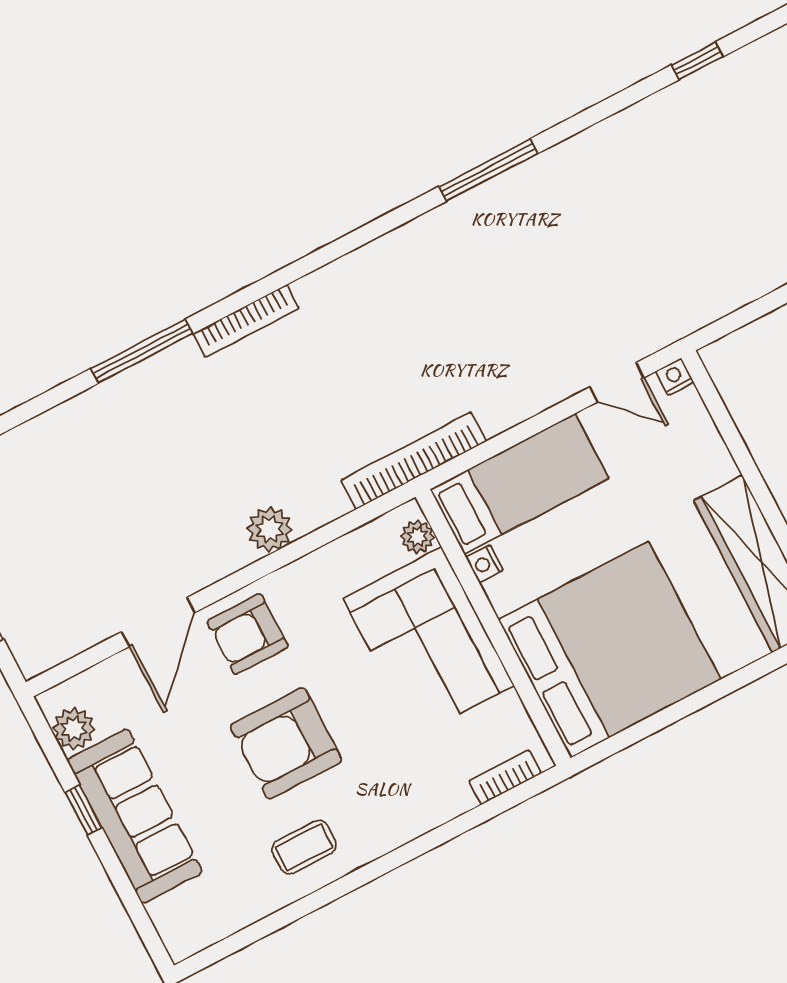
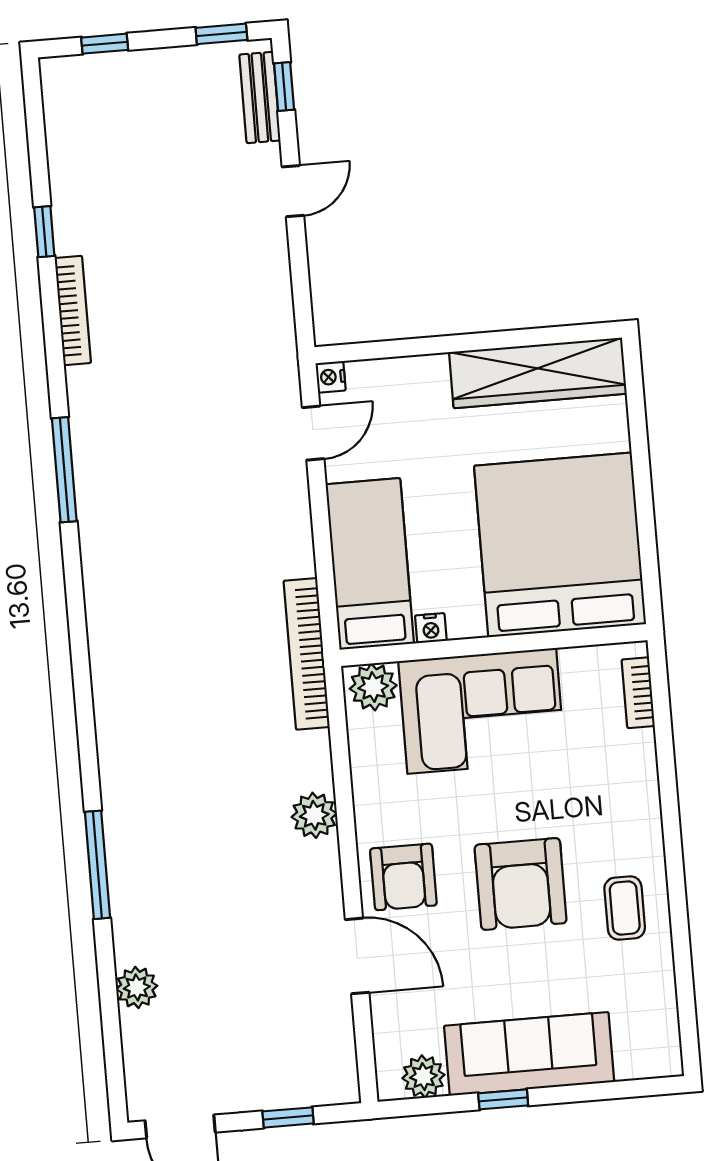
bookcase: (246, 321) -> (73, 310), moved
plant: (45, 434) -> (137, 987), added
plant: (417, 537) -> (373, 687), width x1.38, depth x1.38

